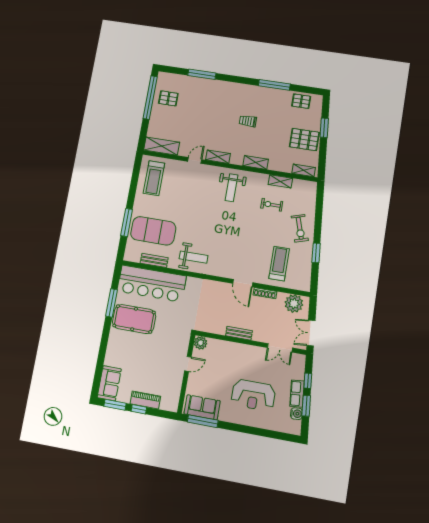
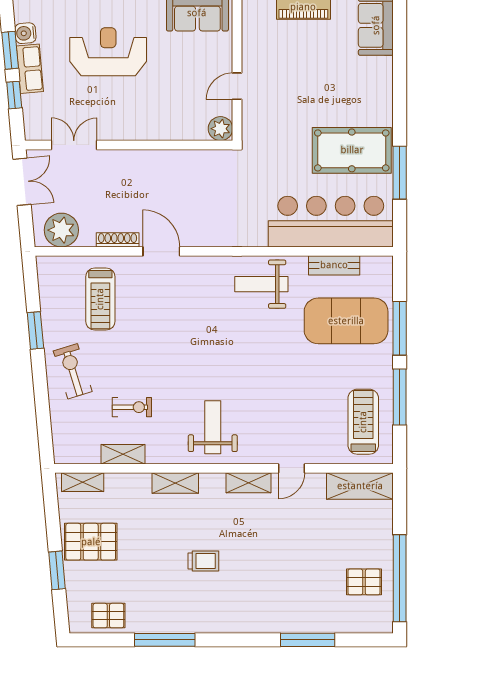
window: (133, 188) -> (400, 397), added
bench: (239, 333) -> (153, 159), removed

